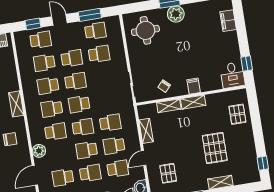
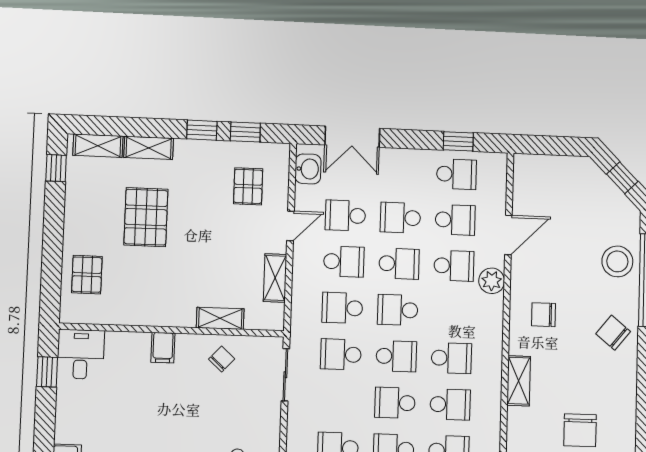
school desk: (107, 100) -> (341, 354), added
shelving: (193, 102) -> (98, 146), moved
school desk: (55, 132) -> (454, 266), moved, turned 180

